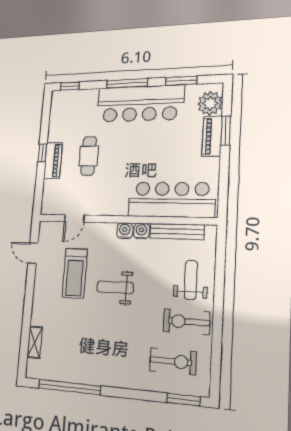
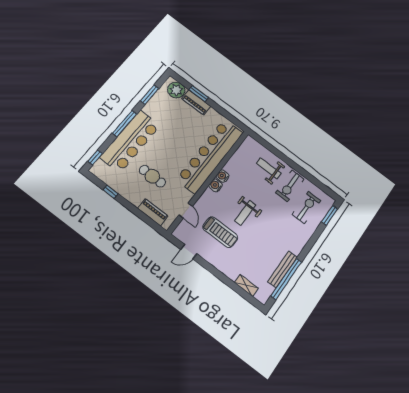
bar counter: (140, 104) -> (130, 141), moved
window: (42, 153) -> (110, 192), moved
piano: (53, 161) -> (153, 212), moved
bar counter: (171, 200) -> (210, 156), width x1.36
bench: (177, 231) -> (283, 269), moved

